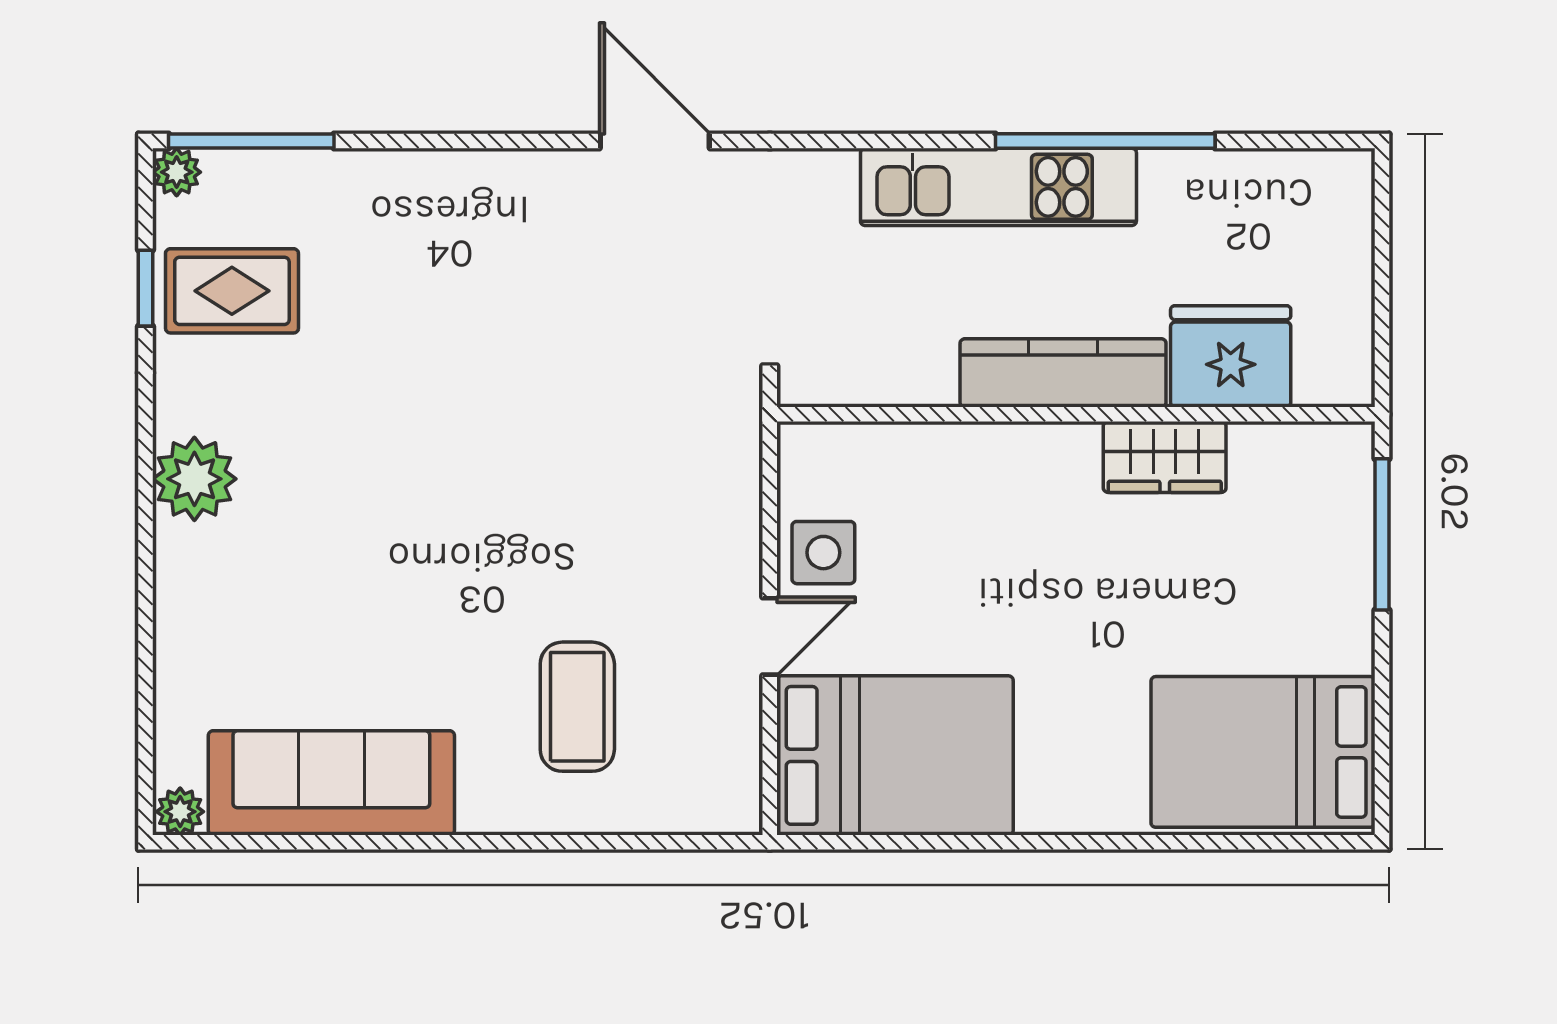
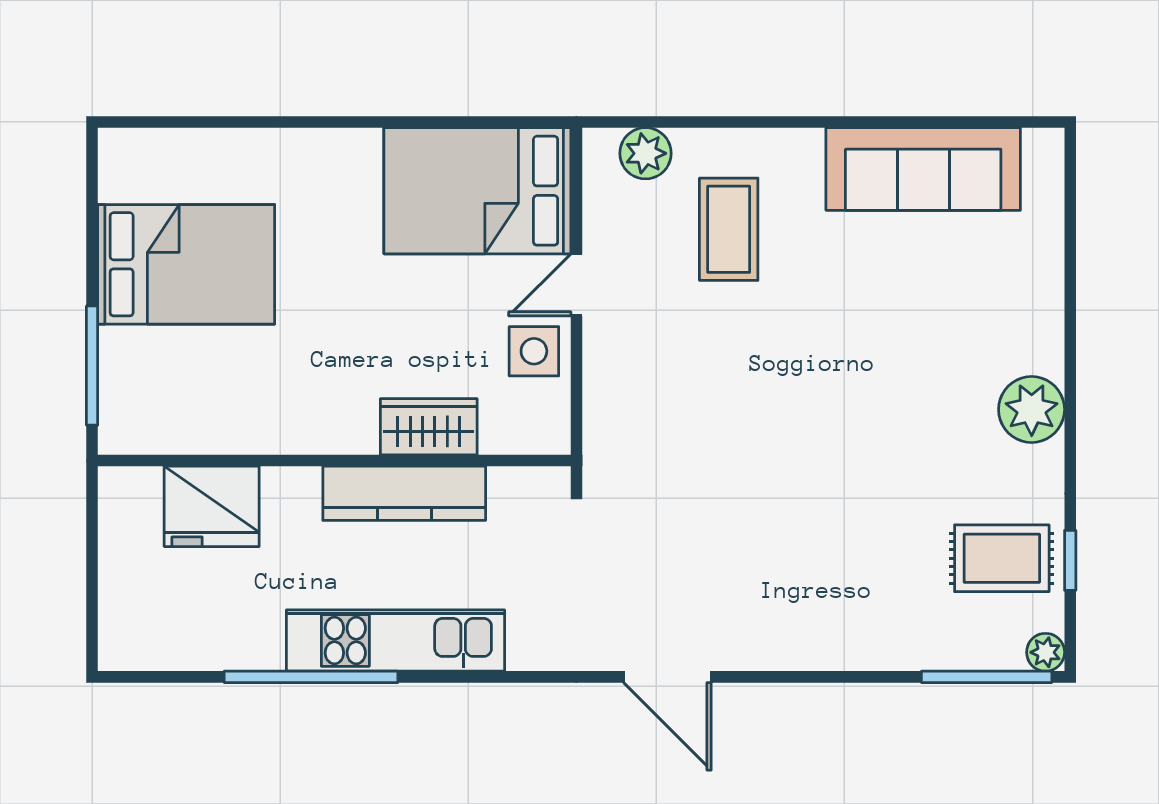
kitchen counter: (1063, 373) -> (404, 493), moved
wardrobe: (1165, 457) -> (429, 427), moved
bed: (1263, 752) -> (186, 264), moved
plant: (180, 812) -> (646, 153), moved, width x1.38, depth x1.38

